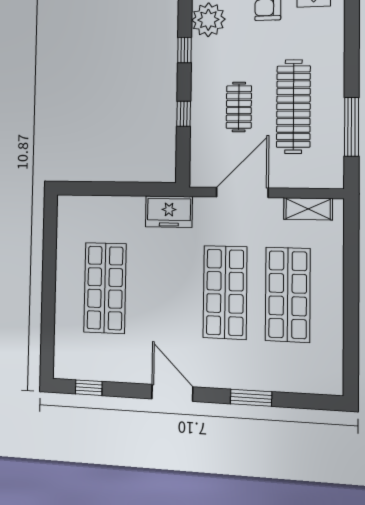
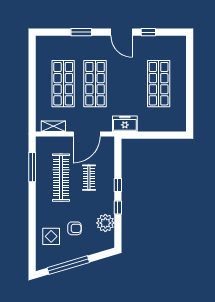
window: (184, 114) -> (118, 185), moved
window: (89, 388) -> (148, 32), moved

